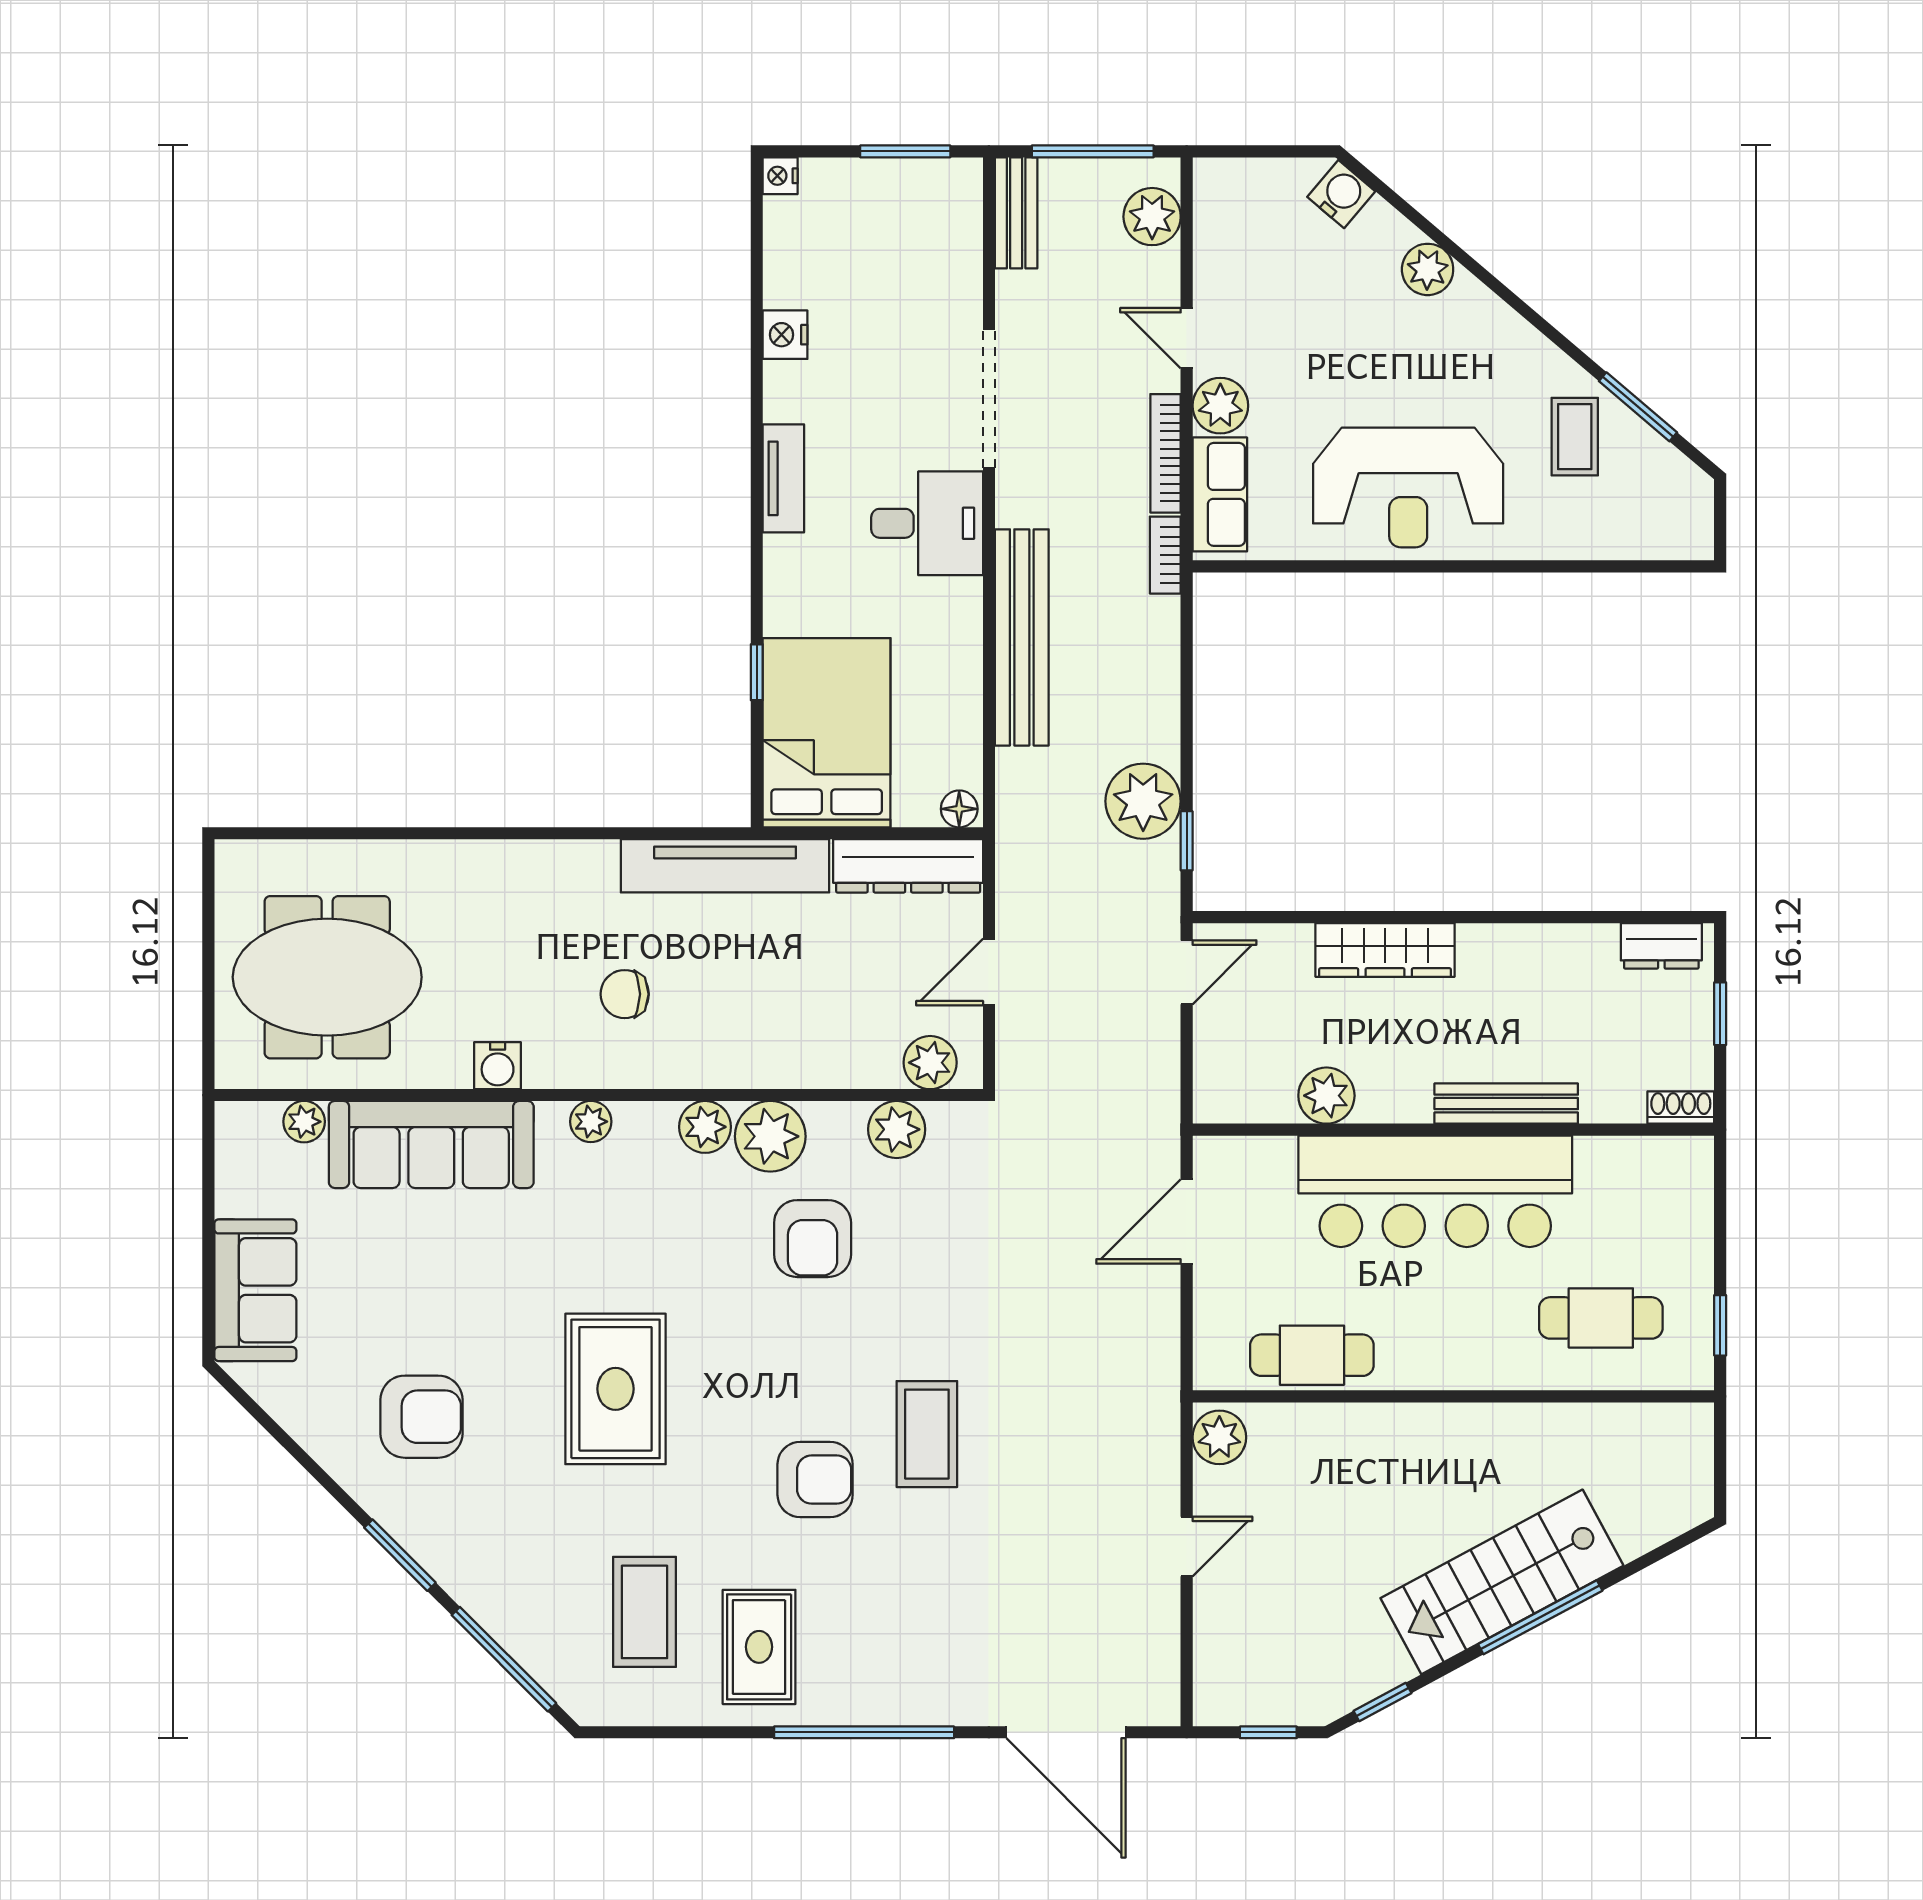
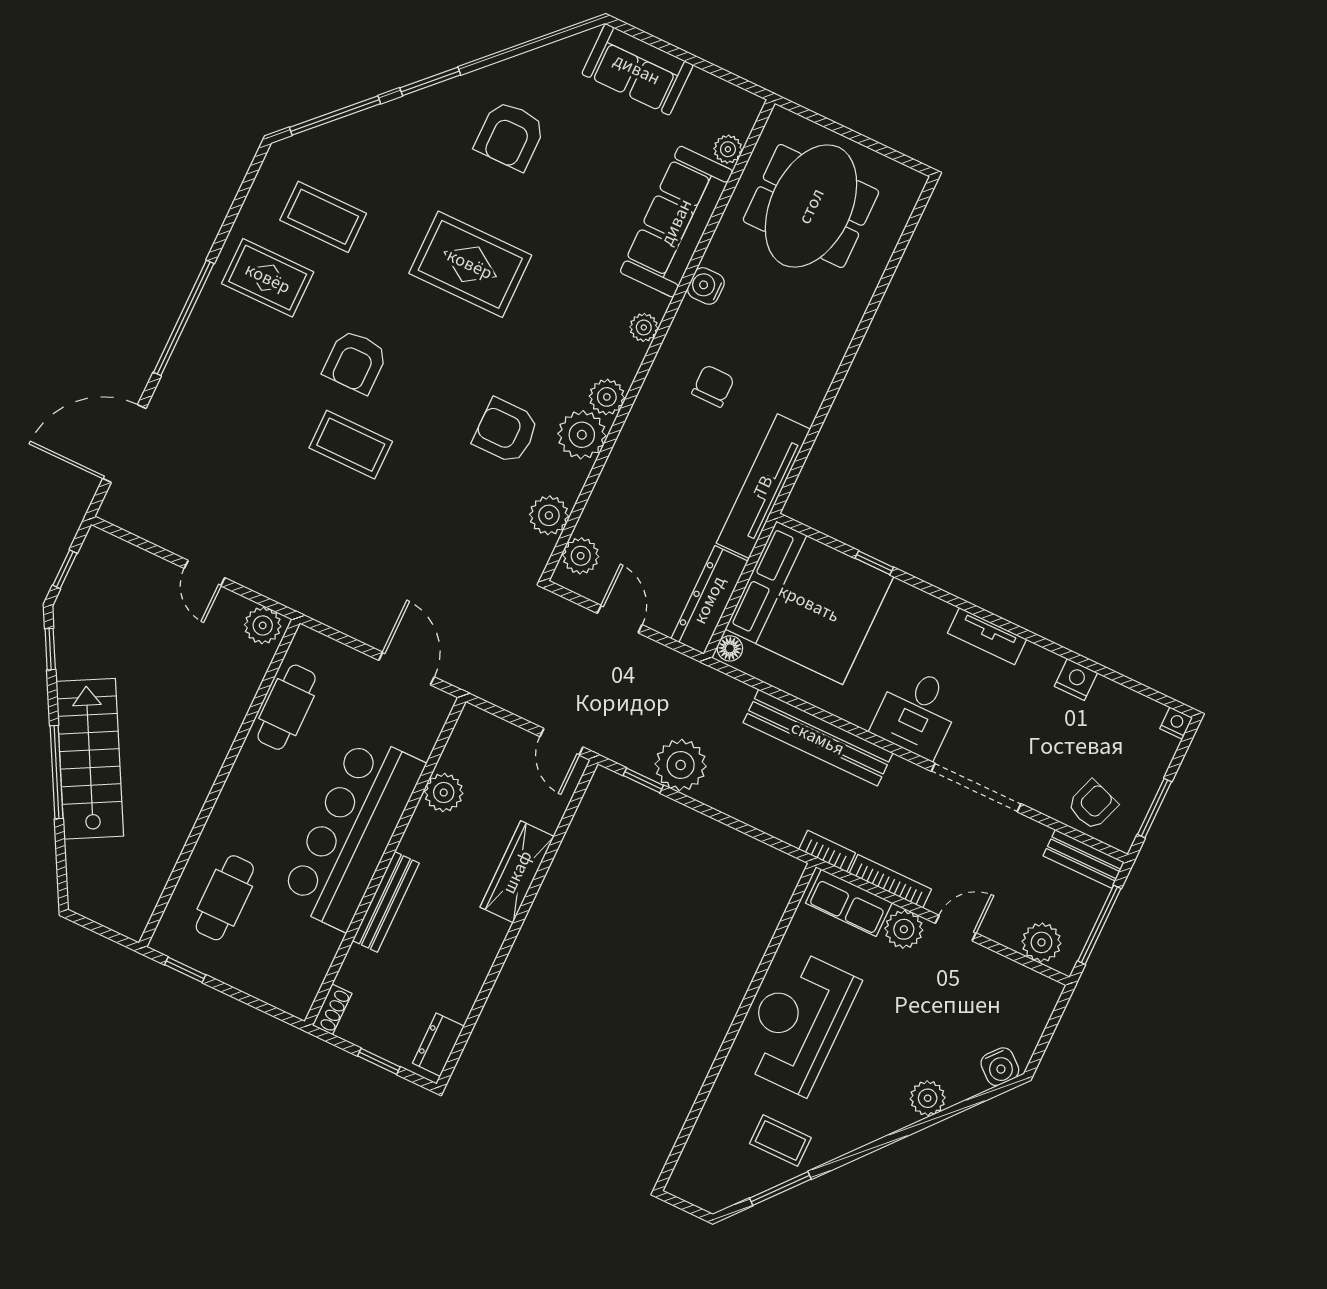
armchair: (939, 235) -> (1093, 805), added
bed: (827, 733) -> (809, 603), width x1.36

